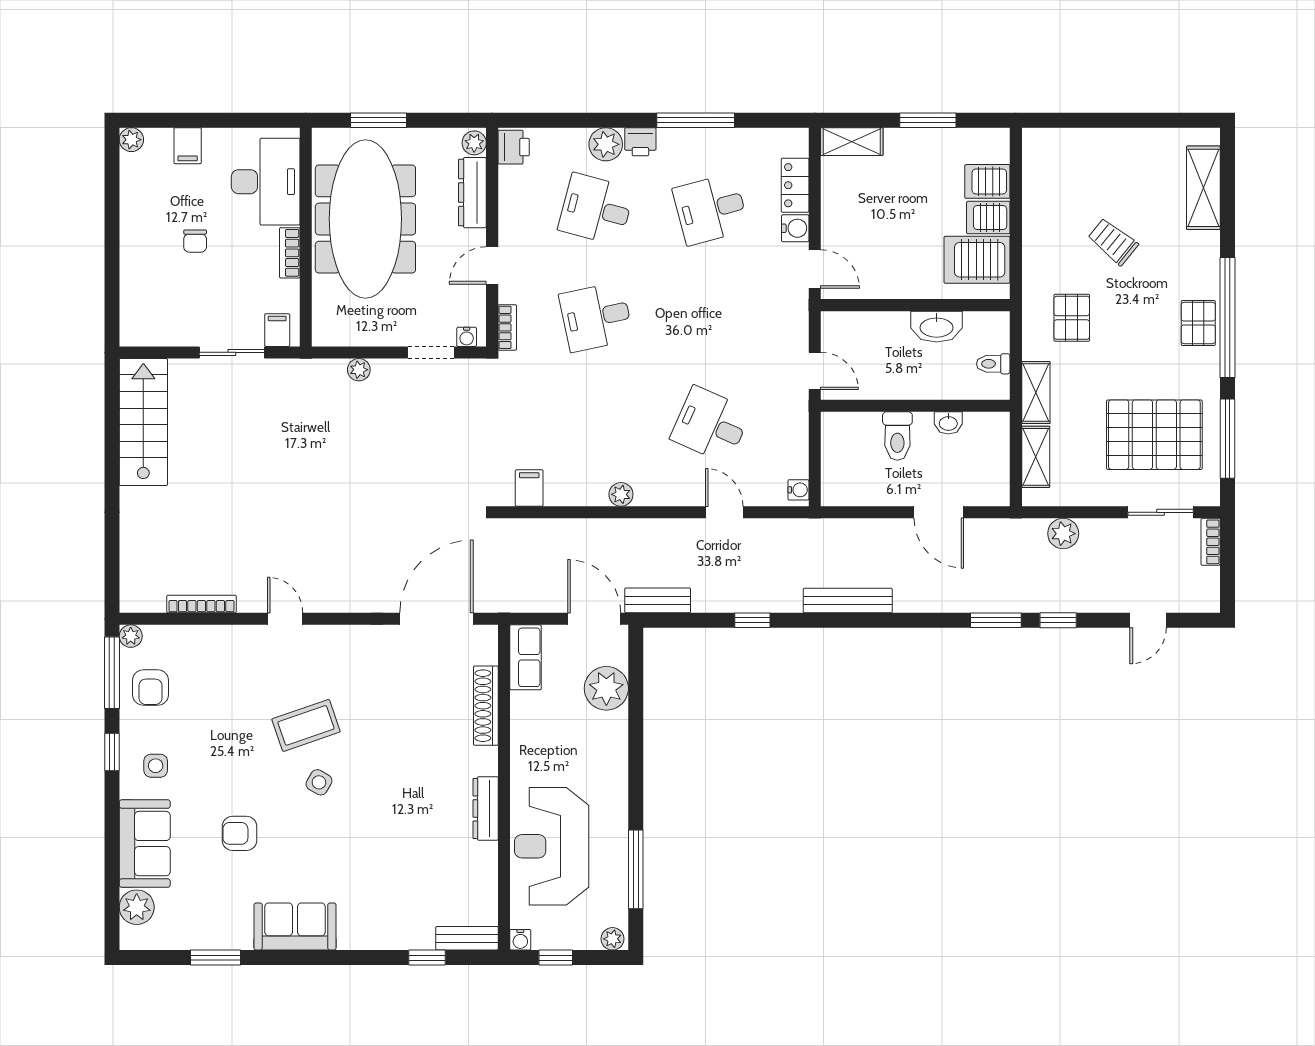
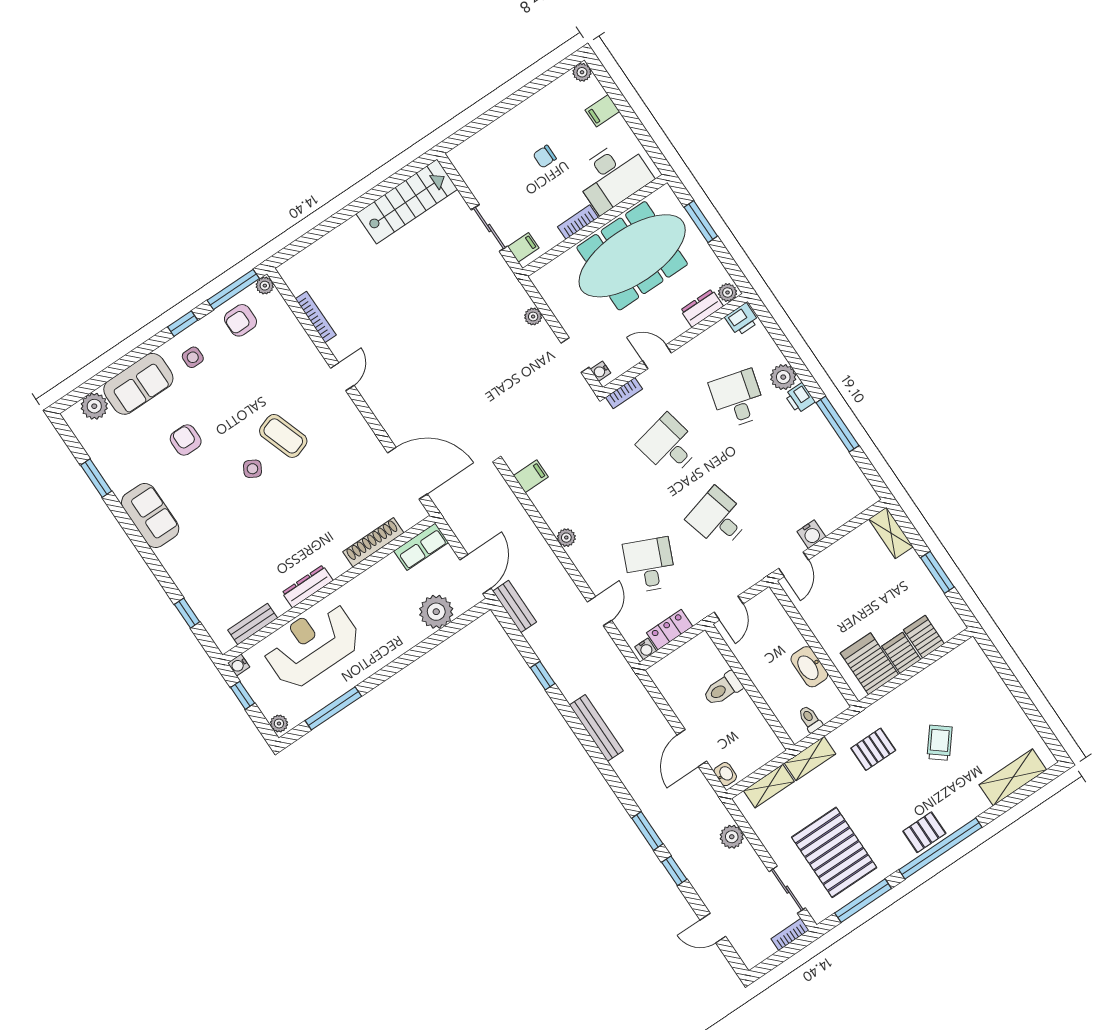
locker: (795, 185) -> (670, 630), moved
dresser: (472, 193) -> (702, 308), width x0.70
desk: (711, 209) -> (718, 518), moved
washbasin: (948, 423) -> (725, 774), moved, turned 180
bench: (467, 938) -> (253, 624), moved, turned 90

